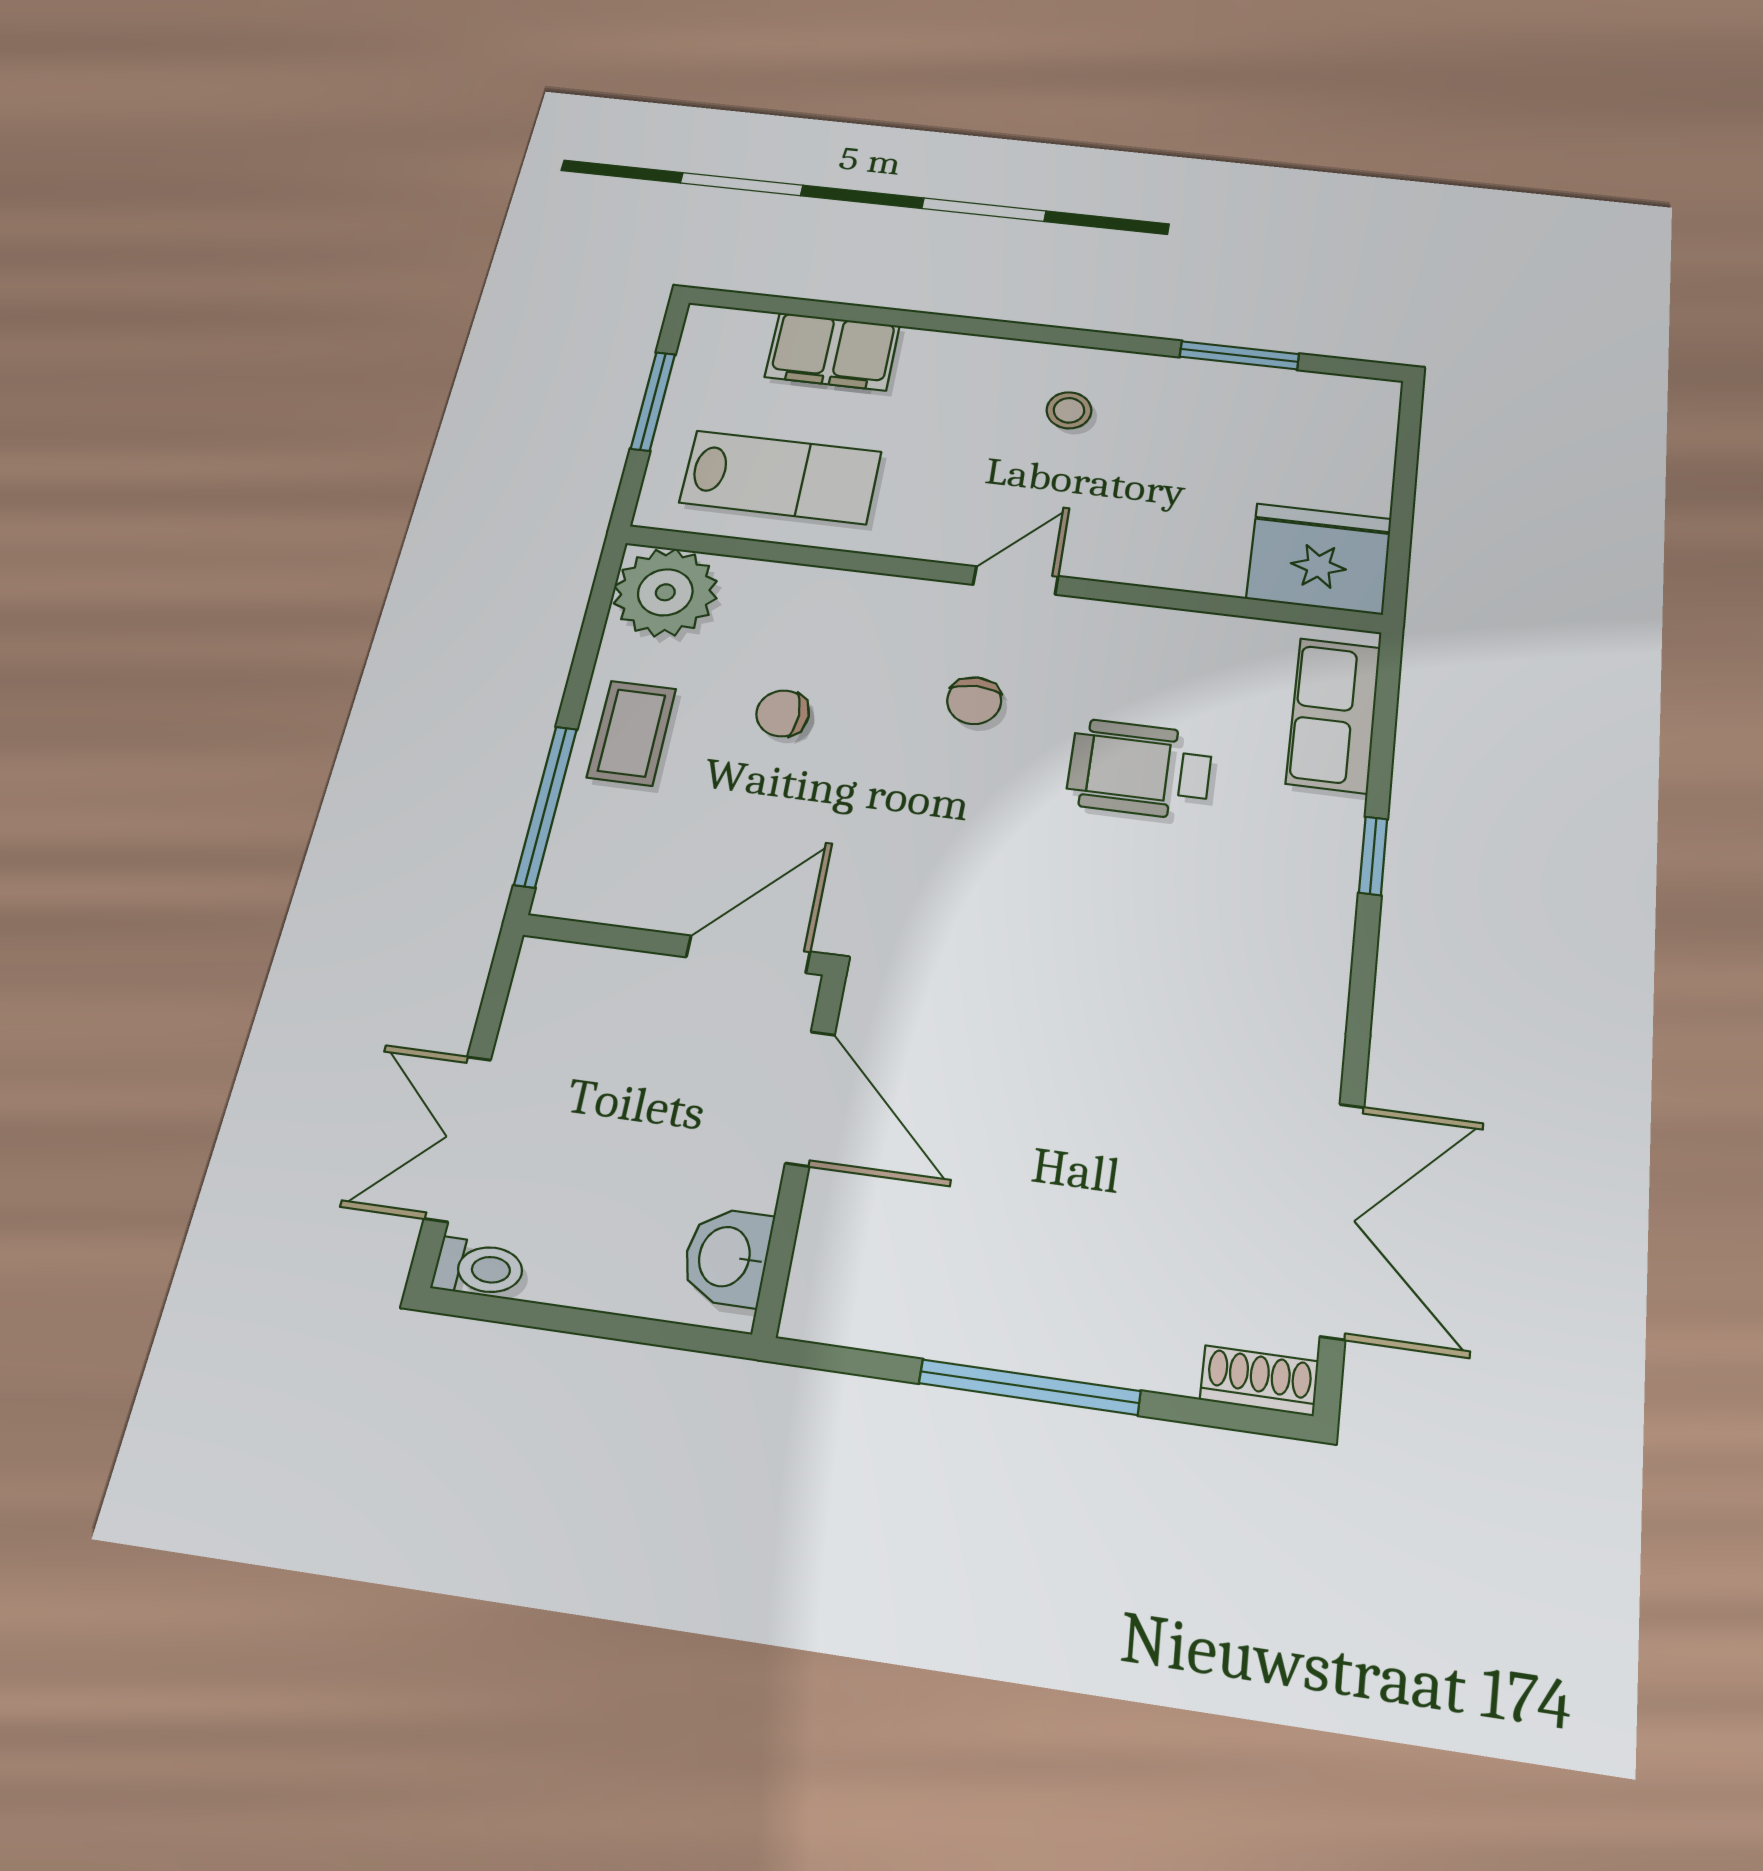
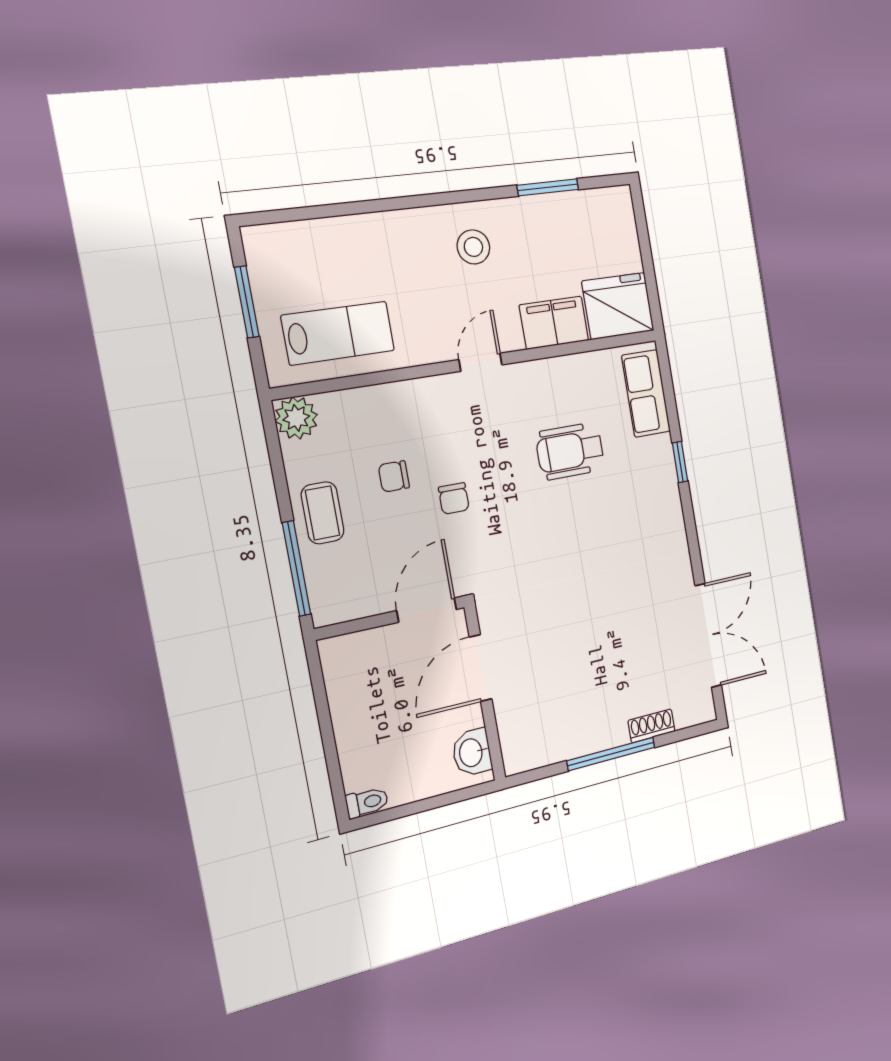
filing cabinet: (832, 351) -> (554, 323), moved, turned 180
stool: (1069, 410) -> (473, 247), width x1.37, depth x1.37
plant: (665, 592) -> (296, 418), width x0.73, depth x0.73
chair: (974, 701) -> (454, 498), moved
door: (810, 1098) -> (480, 668), swing flipped
double door: (458, 1138) -> (330, 749), removed
shoe rack: (1259, 1381) -> (652, 726), moved

